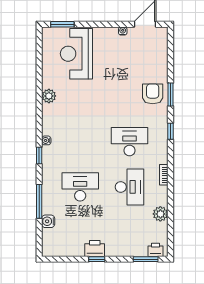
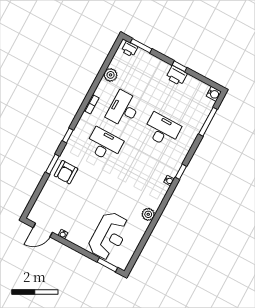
desk: (130, 142) -> (104, 145), turned 180
desk: (80, 187) -> (162, 130), turned 180
window: (39, 201) -> (208, 122), moved
water cooler: (48, 221) -> (214, 94), moved

